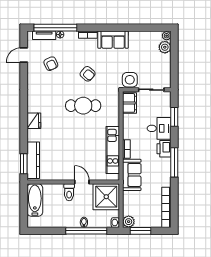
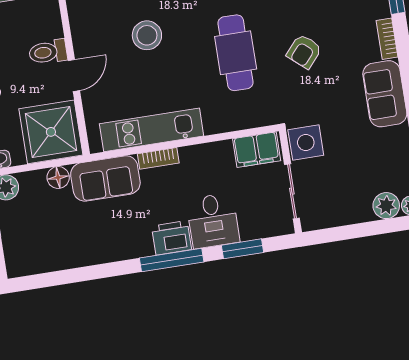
stool: (69, 145) -> (147, 35), added
window: (174, 162) -> (172, 260), moved
floor lamp: (128, 197) -> (58, 177), added
bookcase: (166, 207) -> (48, 263), removed

